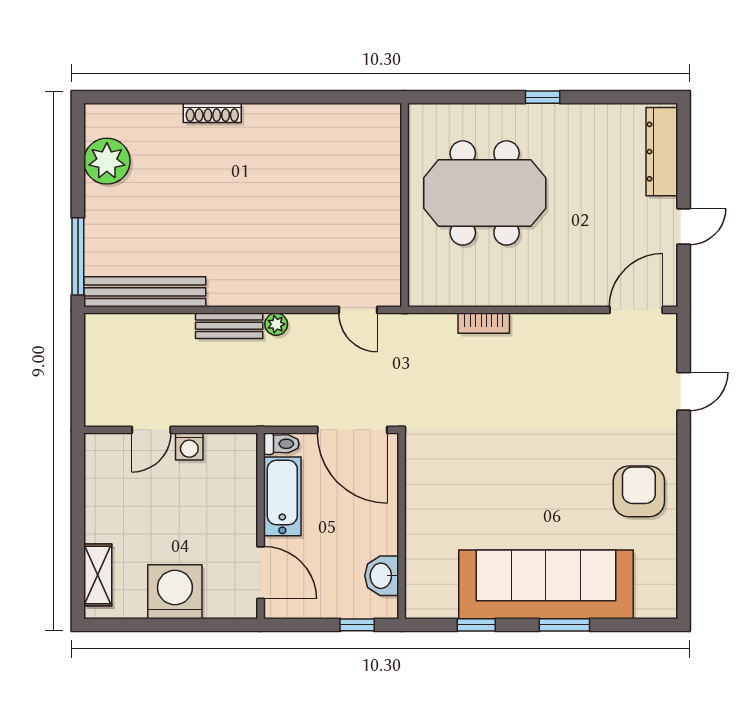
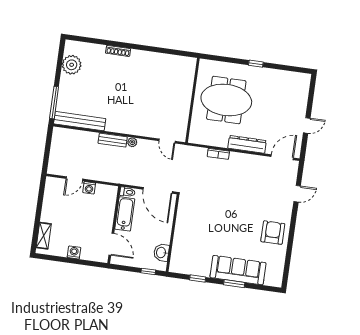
dresser: (662, 152) -> (247, 144), moved, turned 90
sofa: (546, 584) -> (238, 270), width x0.74, depth x0.79
washing machine: (175, 592) -> (74, 252), width x0.53, depth x0.53

